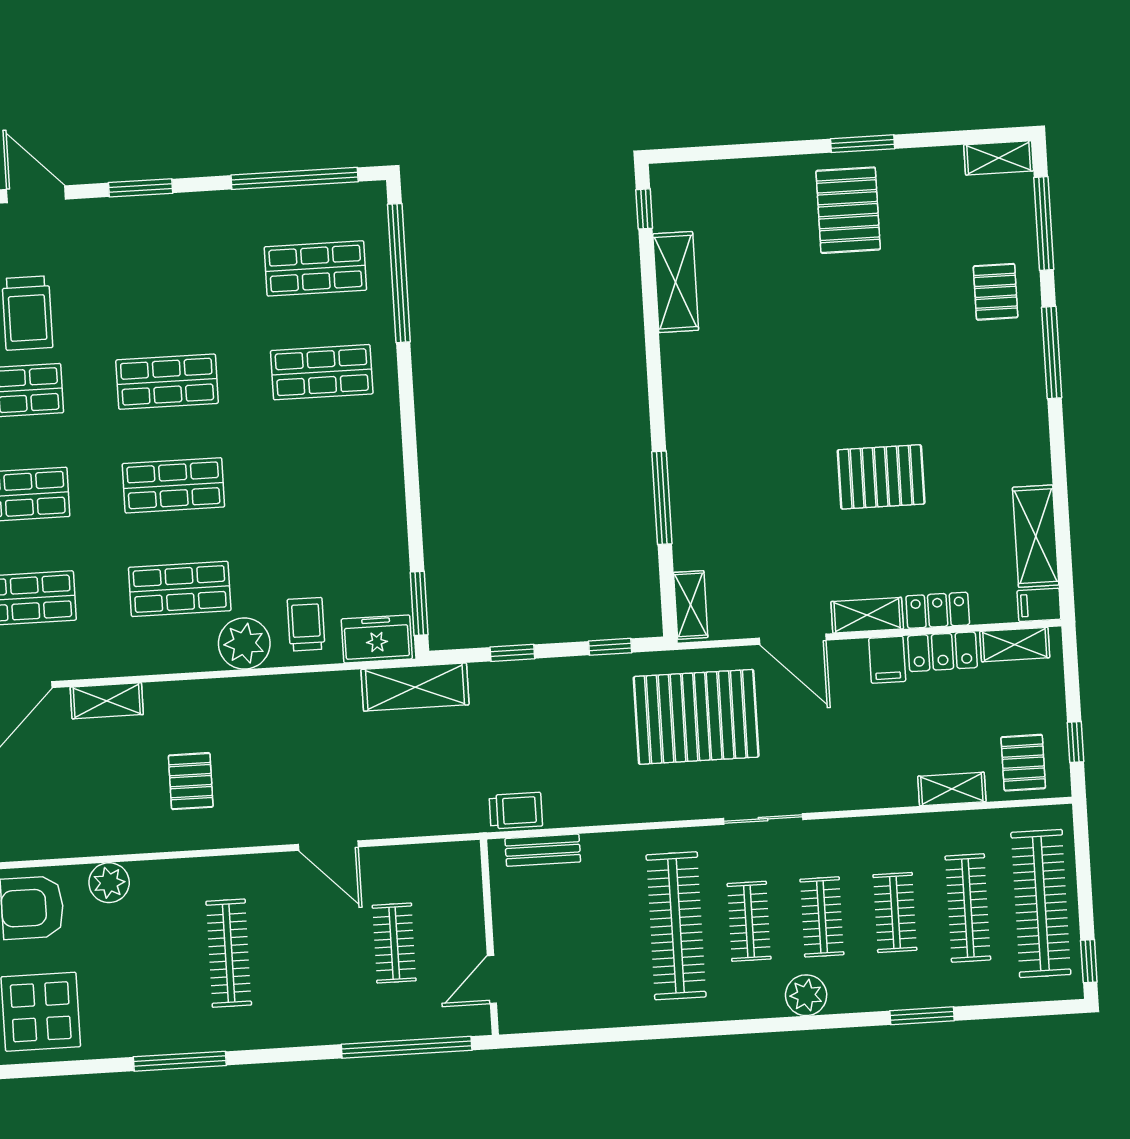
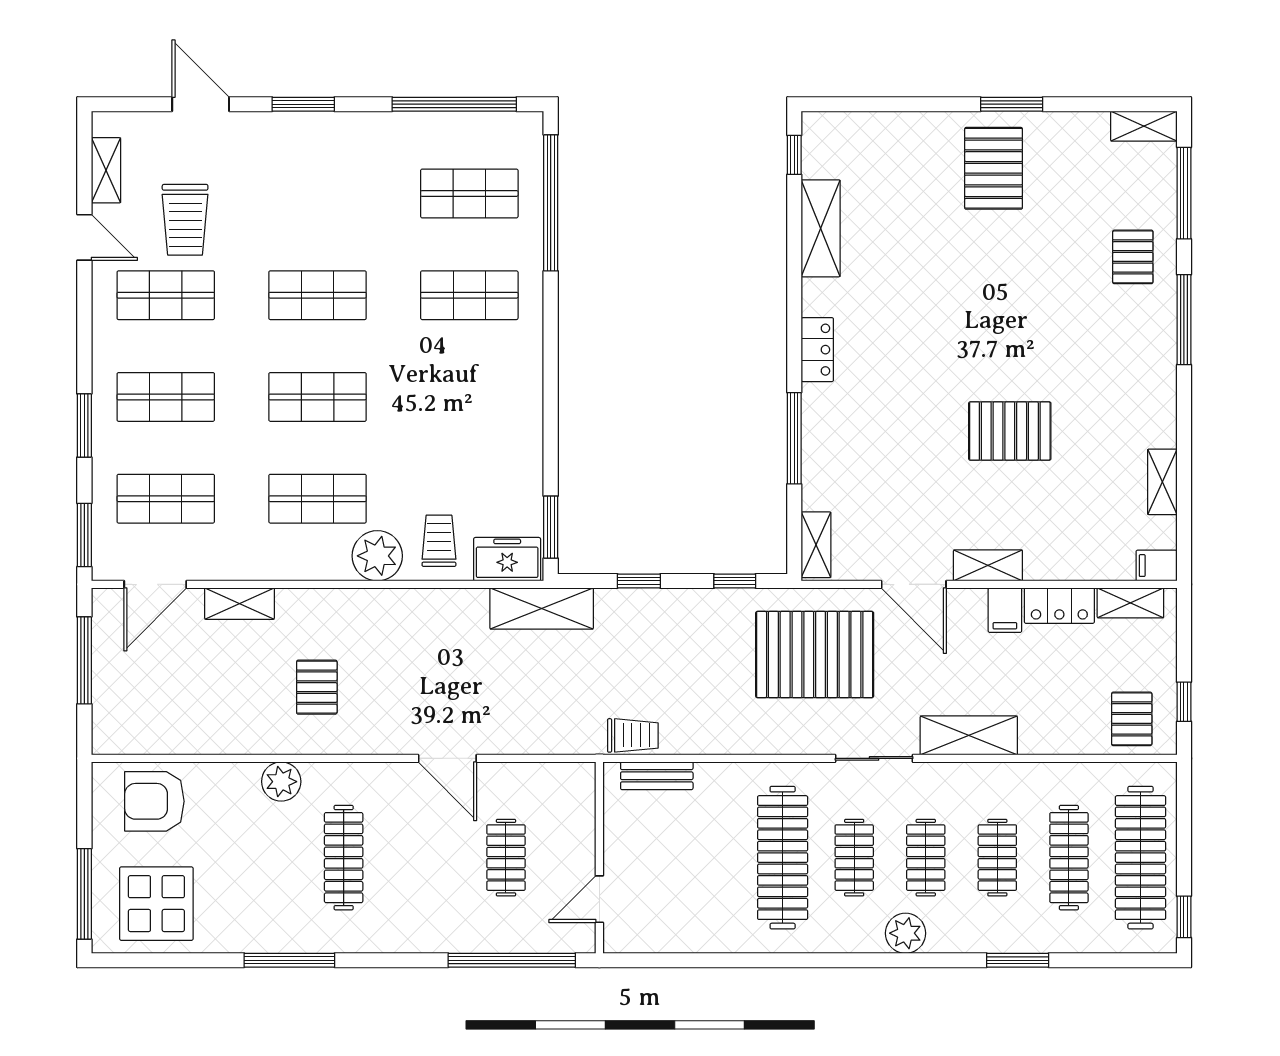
shelving: (1036, 536) -> (1162, 482), width x0.67, depth x0.75
locker: (938, 610) -> (817, 350), moved, turned 90
shelving: (952, 789) -> (969, 735), moved, width x1.50, depth x1.33
plant: (109, 883) -> (281, 782), moved

